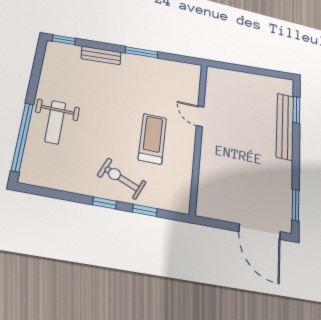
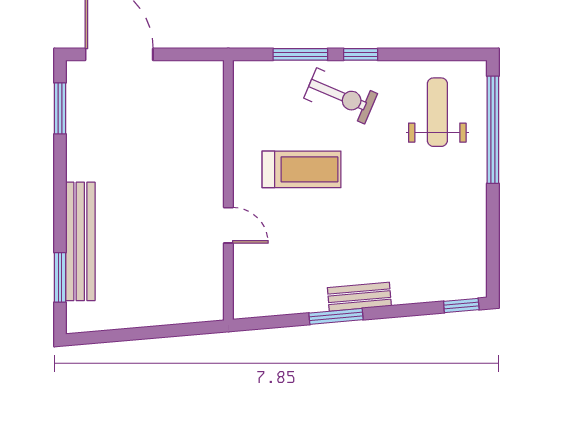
bench: (101, 55) -> (359, 297), moved
weight bench: (55, 122) -> (437, 112), moved
treadmill: (152, 139) -> (302, 169), turned -90
window: (145, 210) -> (300, 54), width x1.50

